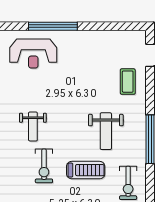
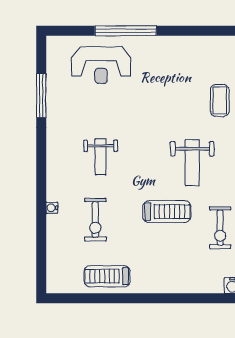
exercise bike: (44, 166) -> (95, 220), moved

